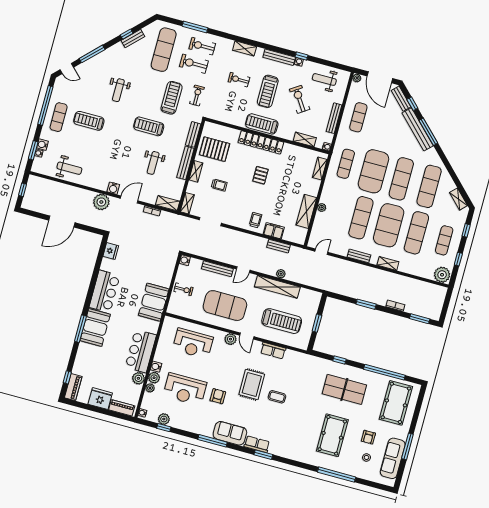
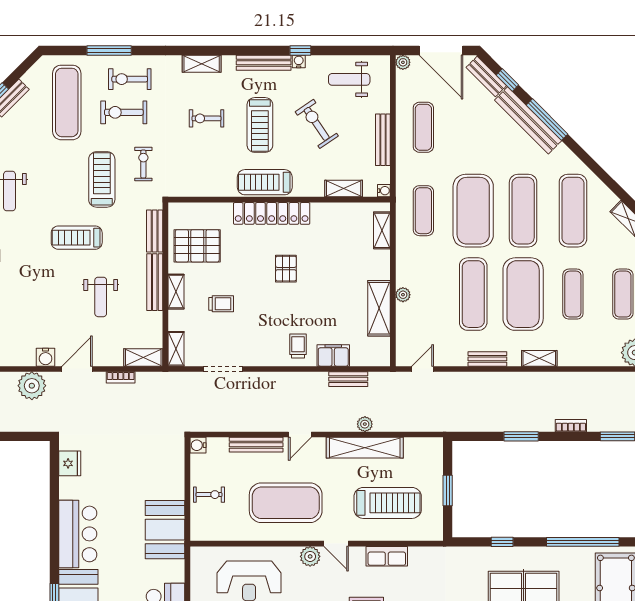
exercise mat: (416, 233) -> (573, 294), width x0.73, depth x0.69

